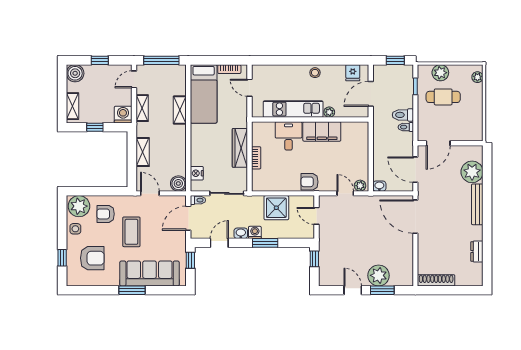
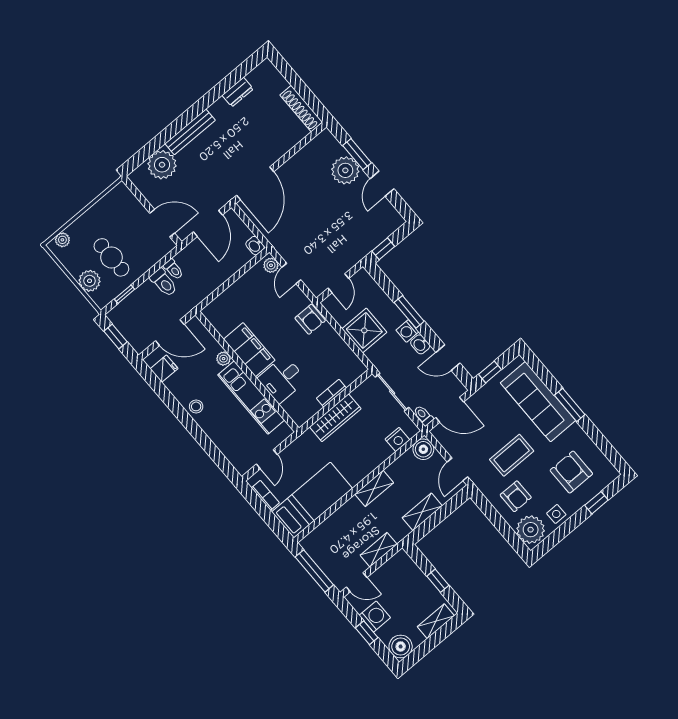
shelving: (180, 110) -> (374, 488), moved
washing machine: (123, 115) -> (375, 617), moved, turned 180

